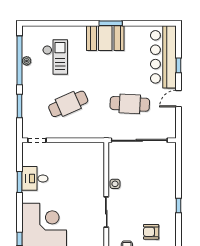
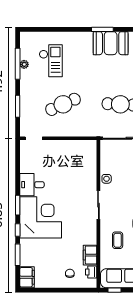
booth: (105, 38) -> (111, 43), moved
window: (20, 60) -> (18, 64), width x0.68
desk: (35, 178) -> (32, 185), moved
window: (20, 182) -> (18, 205), moved

